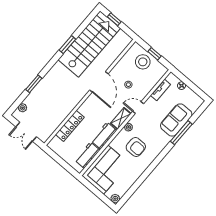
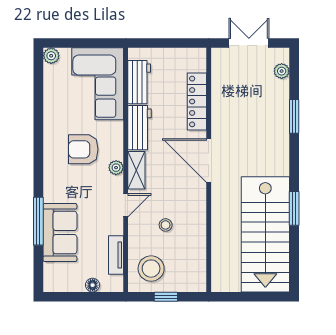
window: (114, 19) -> (260, 297), removed
stool: (143, 62) -> (151, 269), moved
door: (99, 82) -> (209, 161), moved

